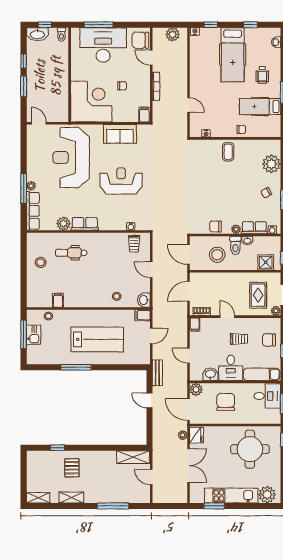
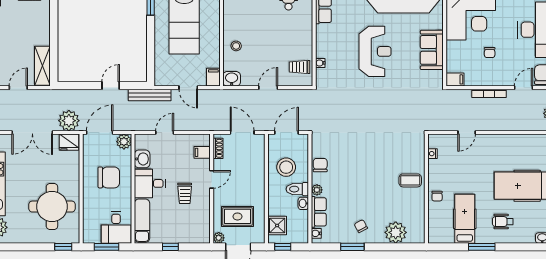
filing cabinet: (195, 324) -> (202, 152), moved
chair: (269, 340) -> (184, 230), removed
bench: (157, 373) -> (150, 95), width x1.36
plant: (183, 435) -> (69, 121), width x1.88, depth x1.88

